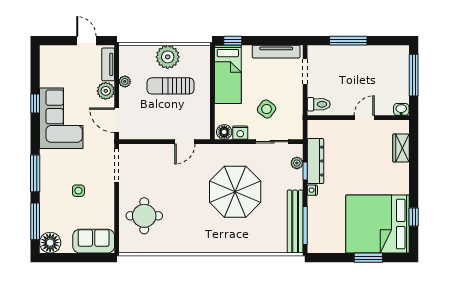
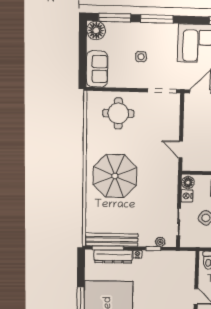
dresser: (316, 161) -> (113, 256), moved
parasol: (235, 192) -> (115, 176), moved

